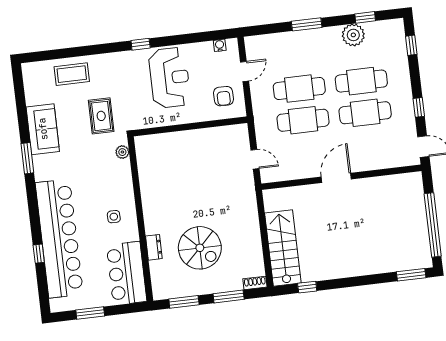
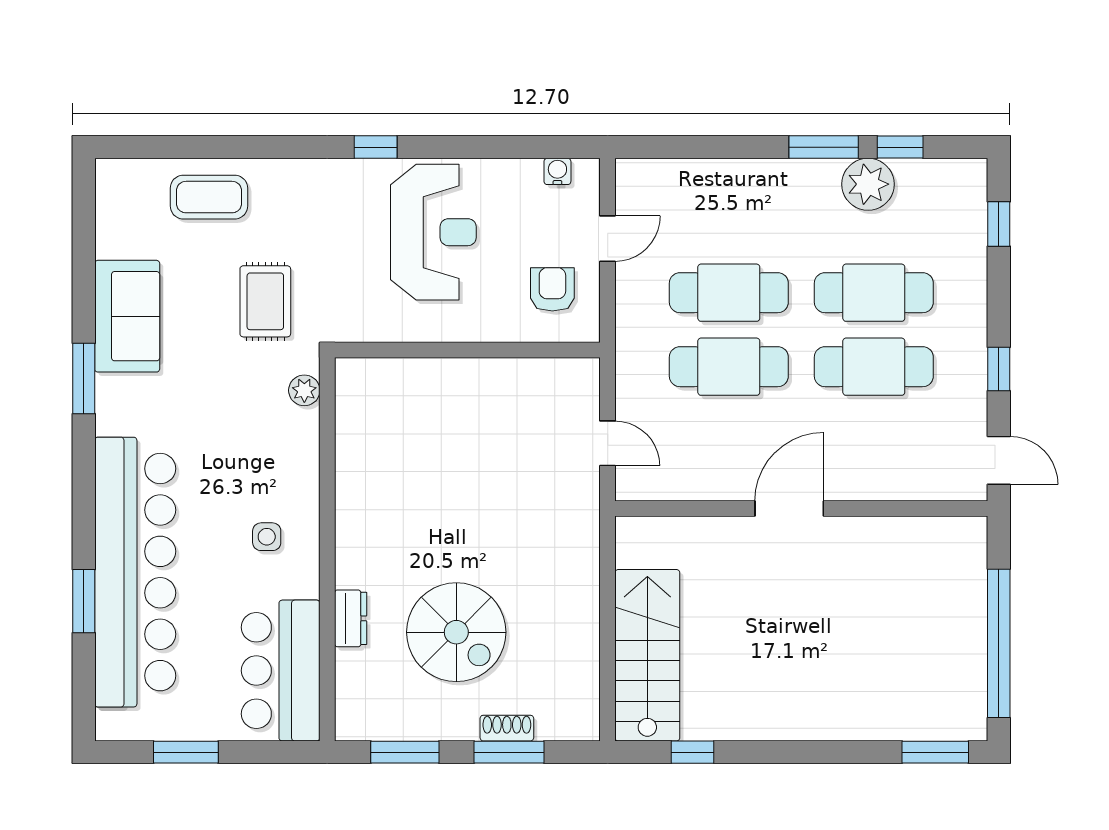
window: (307, 24) -> (824, 147), moved
armchair: (224, 96) -> (552, 289), turned 180
window: (39, 254) -> (84, 601), width x1.50
shoe rack: (255, 283) -> (507, 728), moved

